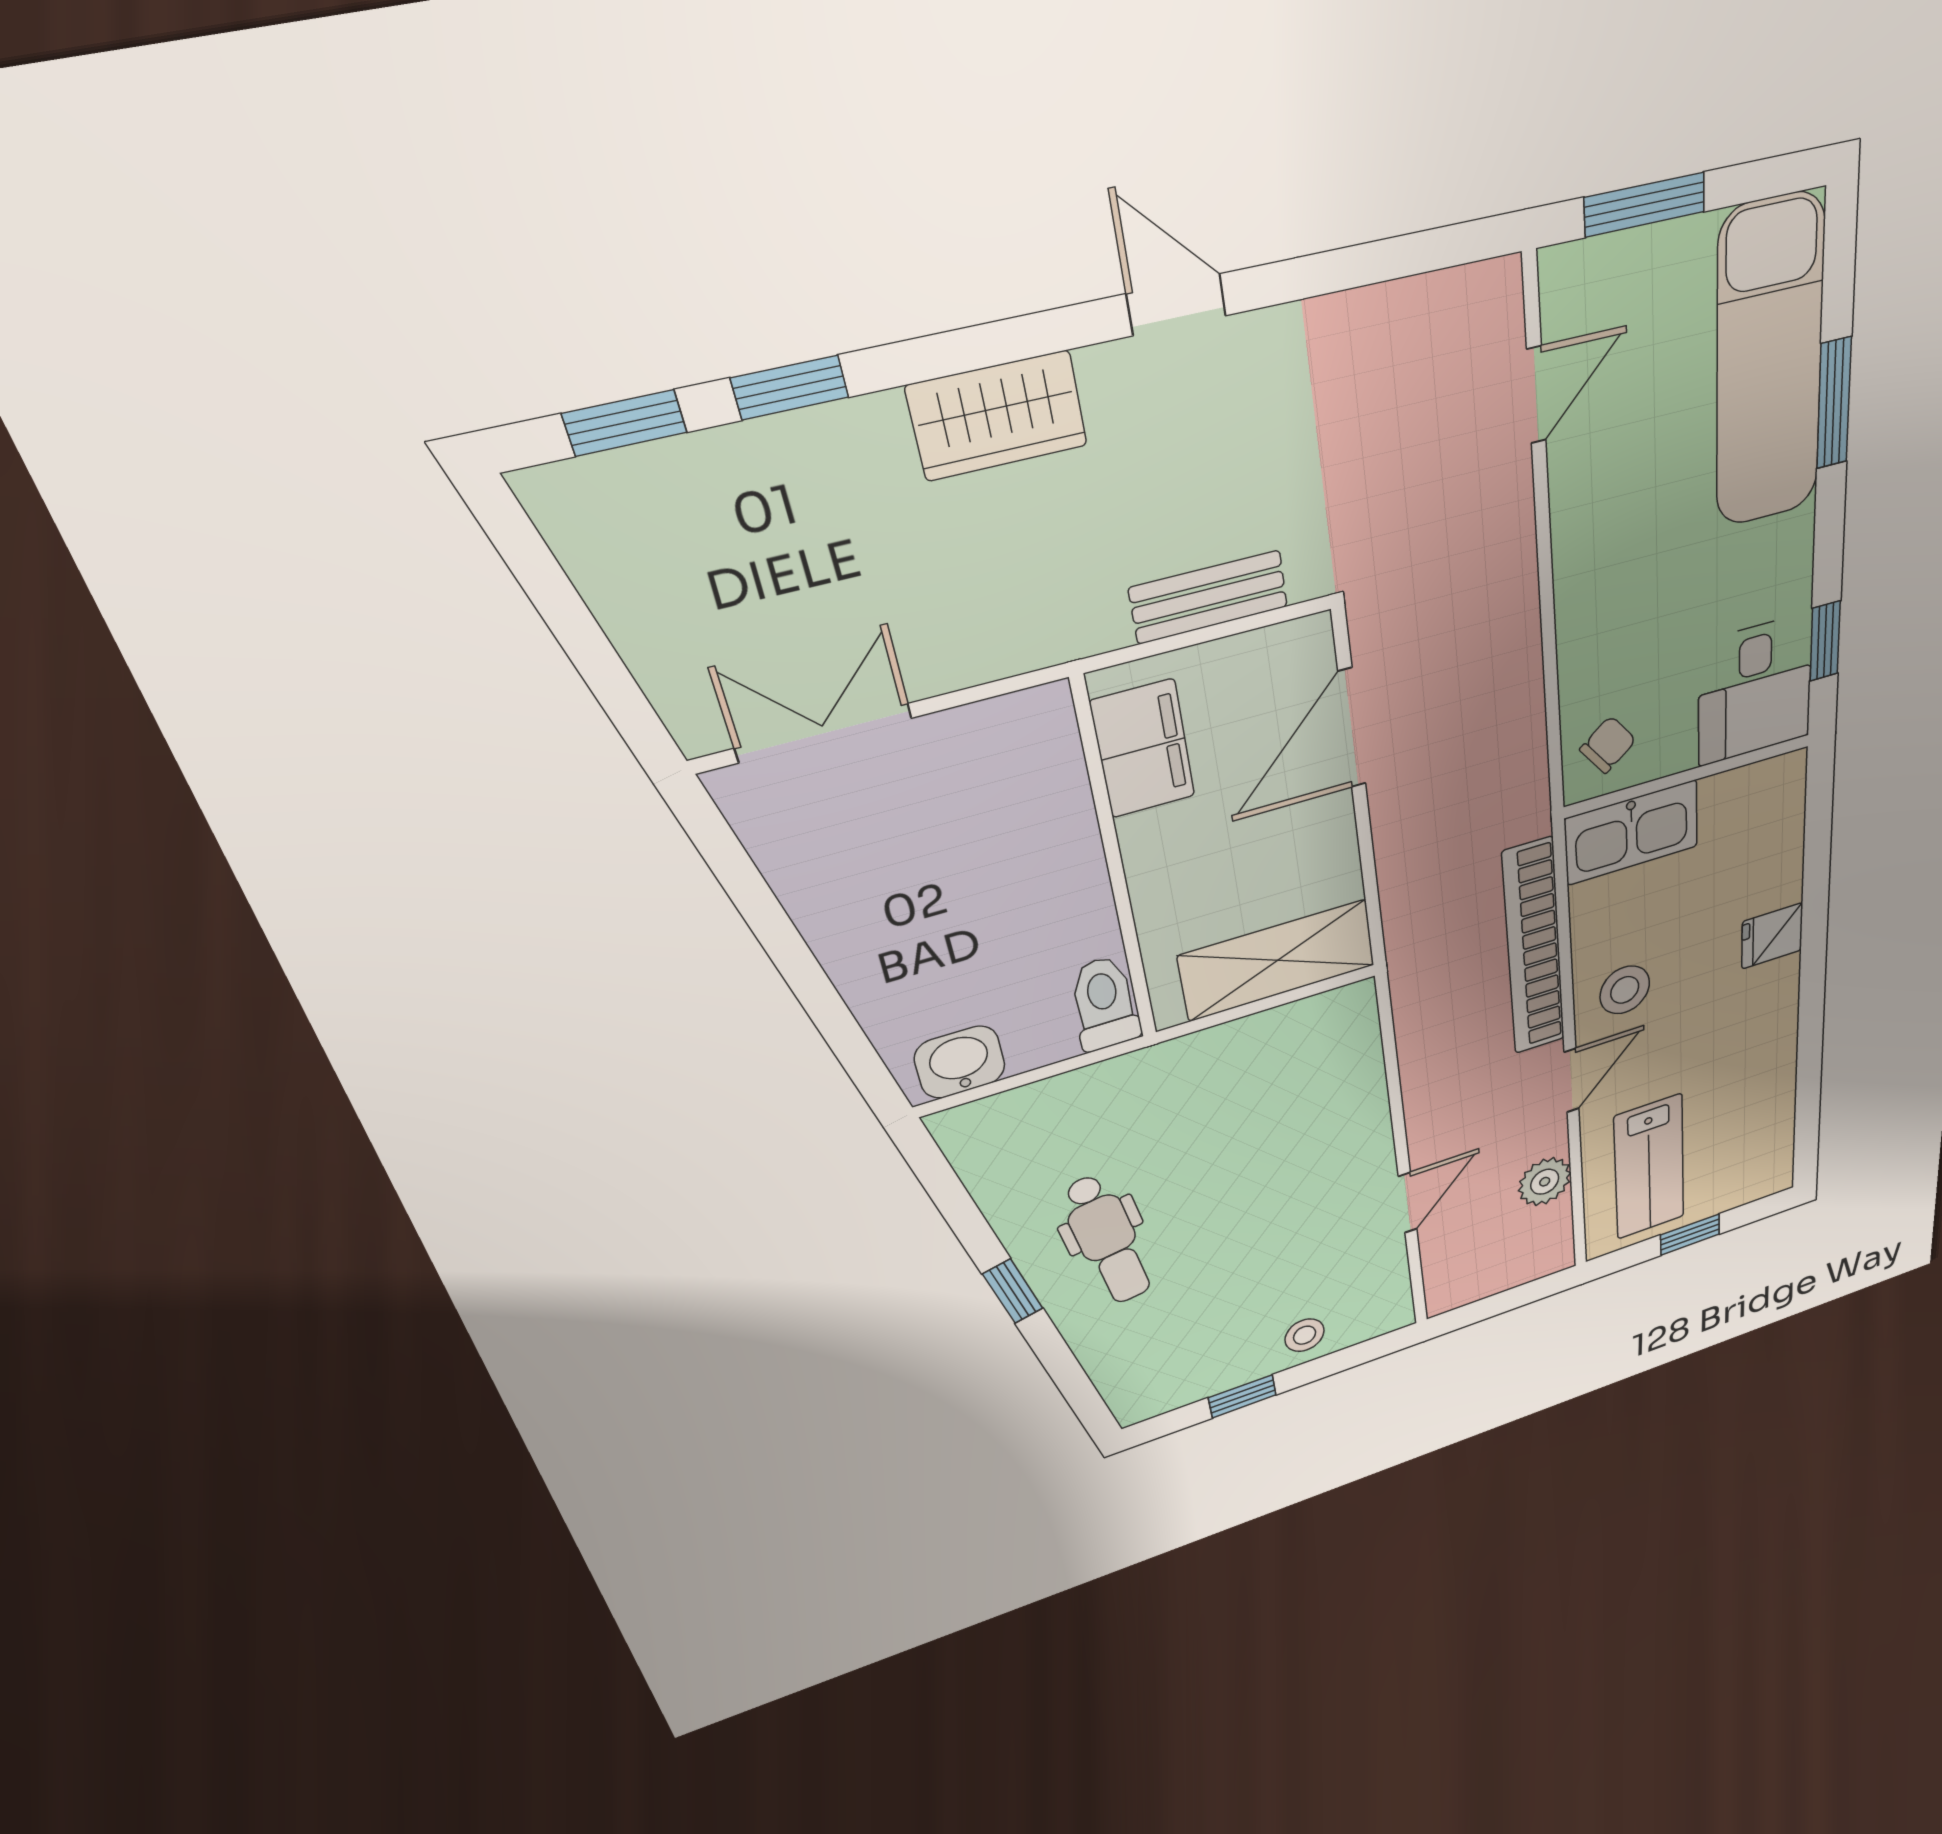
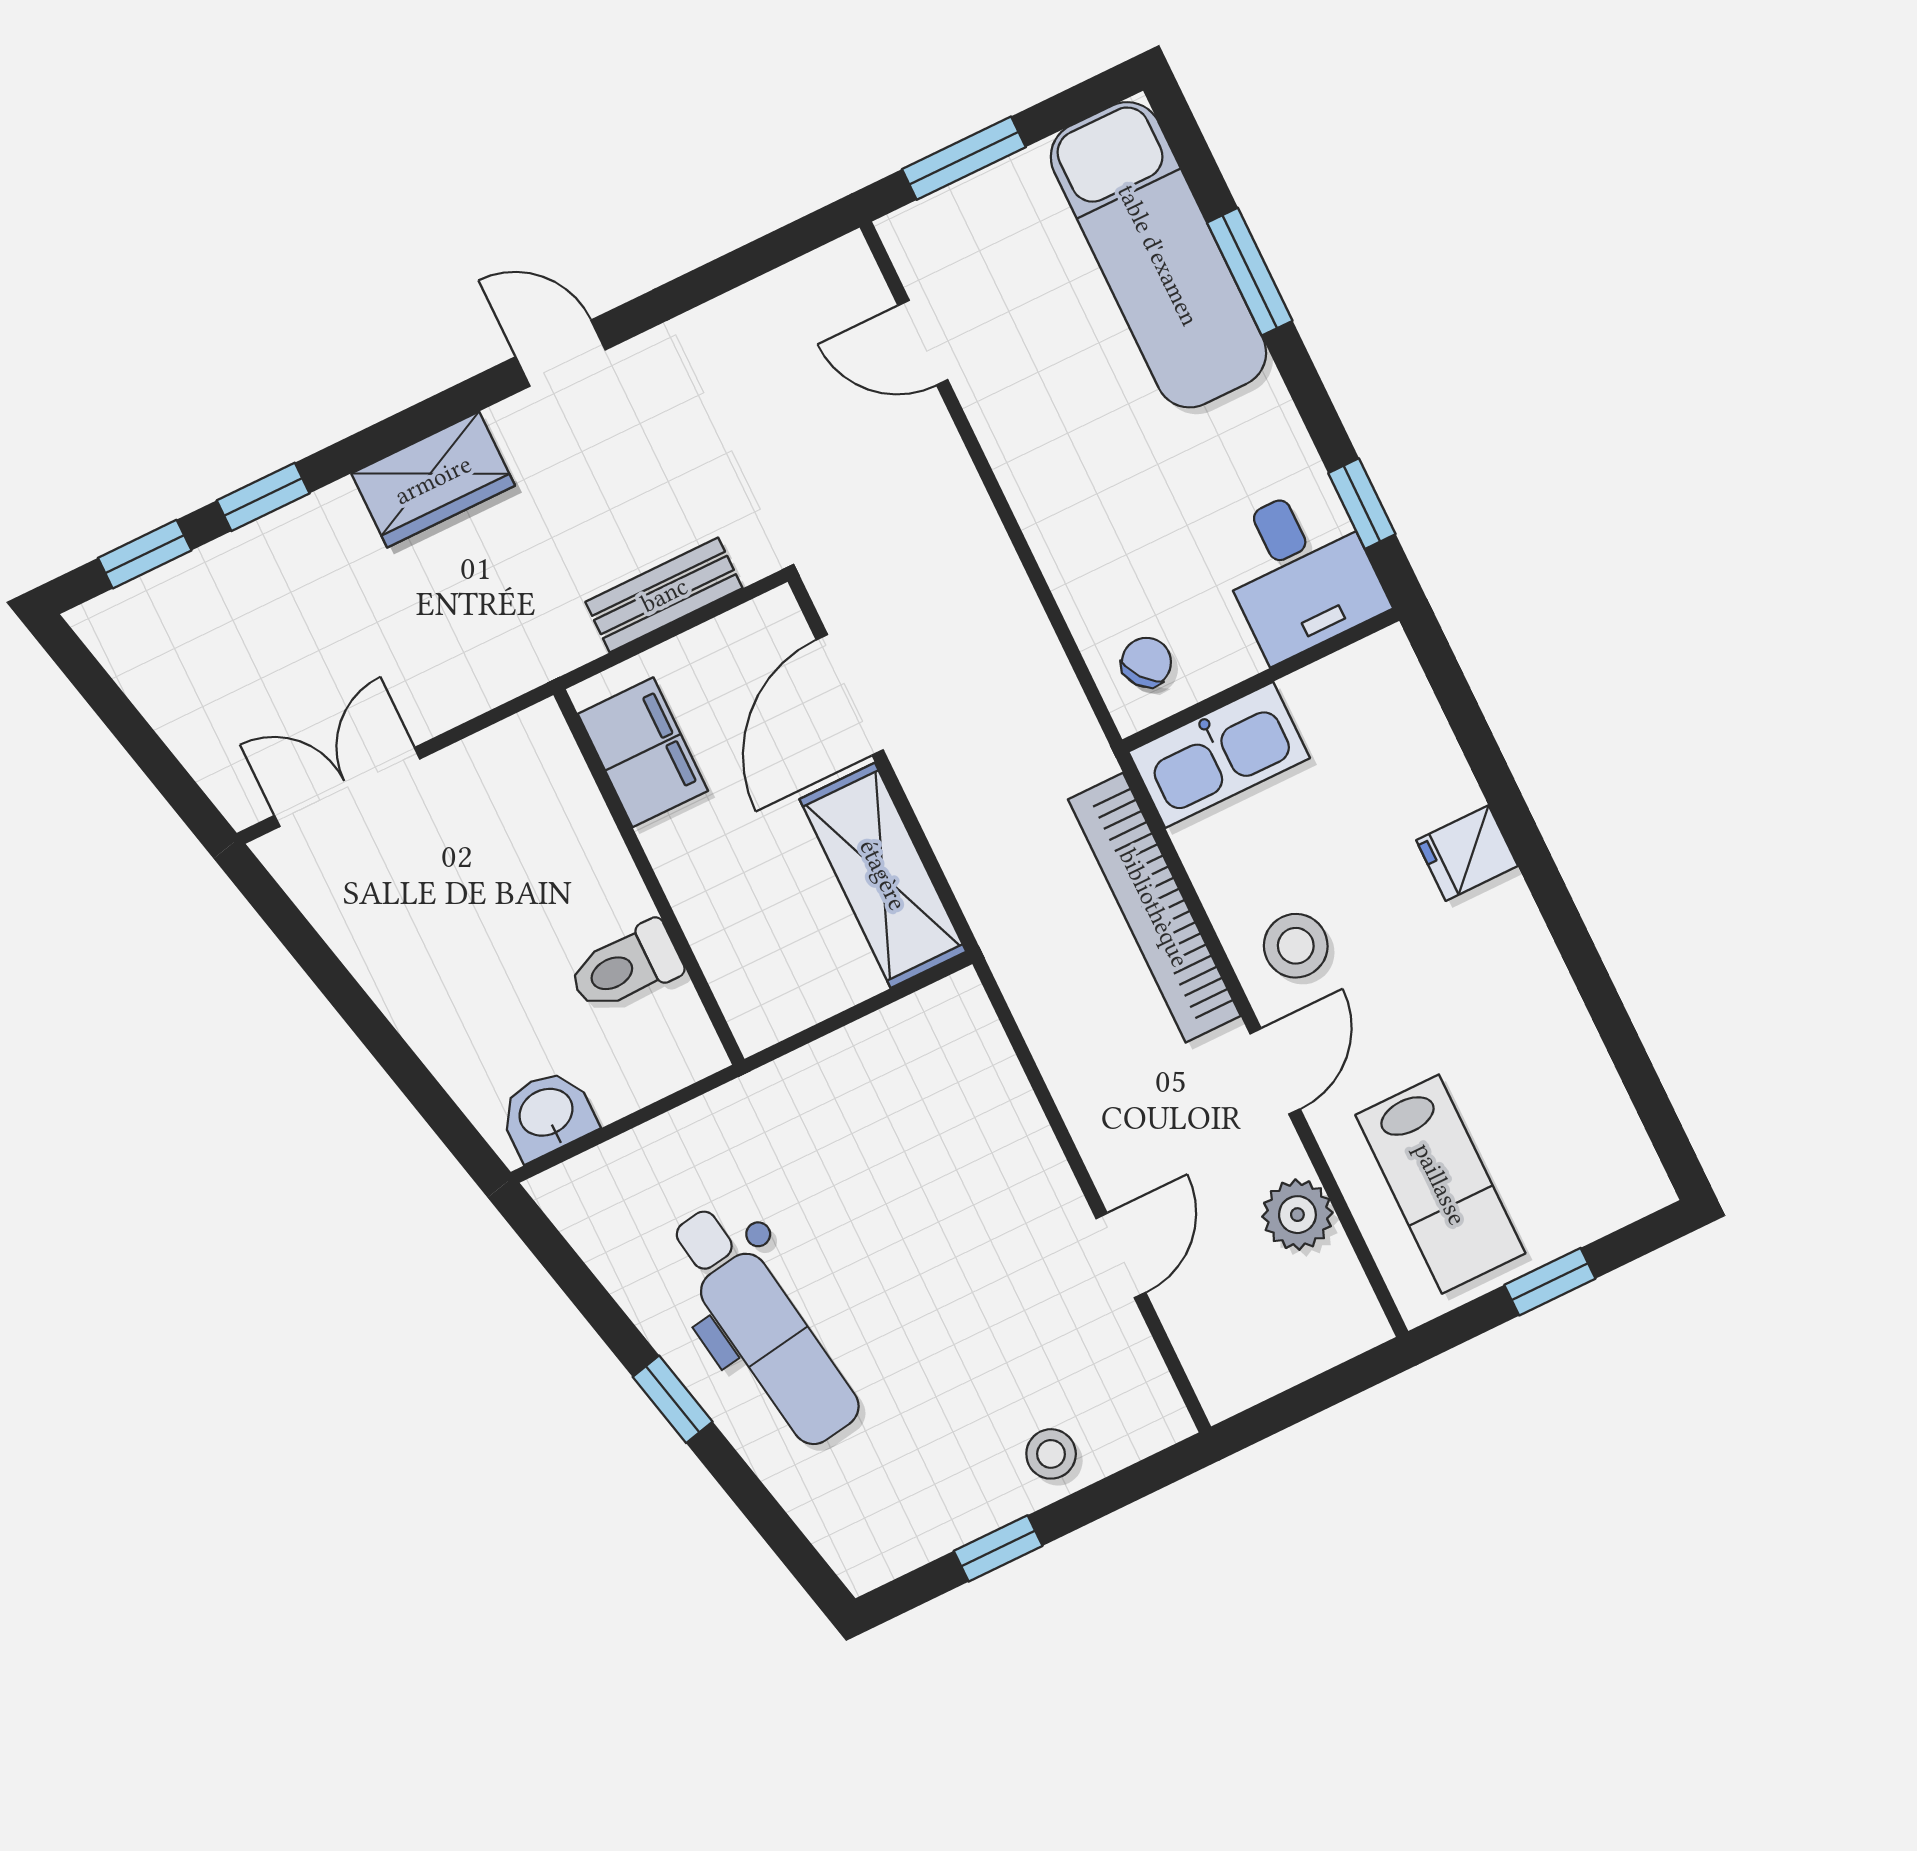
door: (1536, 395) -> (923, 343), swing flipped
shelving: (1277, 960) -> (883, 875), moved, turned 90
toilet: (1104, 1003) -> (625, 967), moved, turned -90
dental chair: (1108, 1240) -> (763, 1325), width x1.36, depth x1.38

